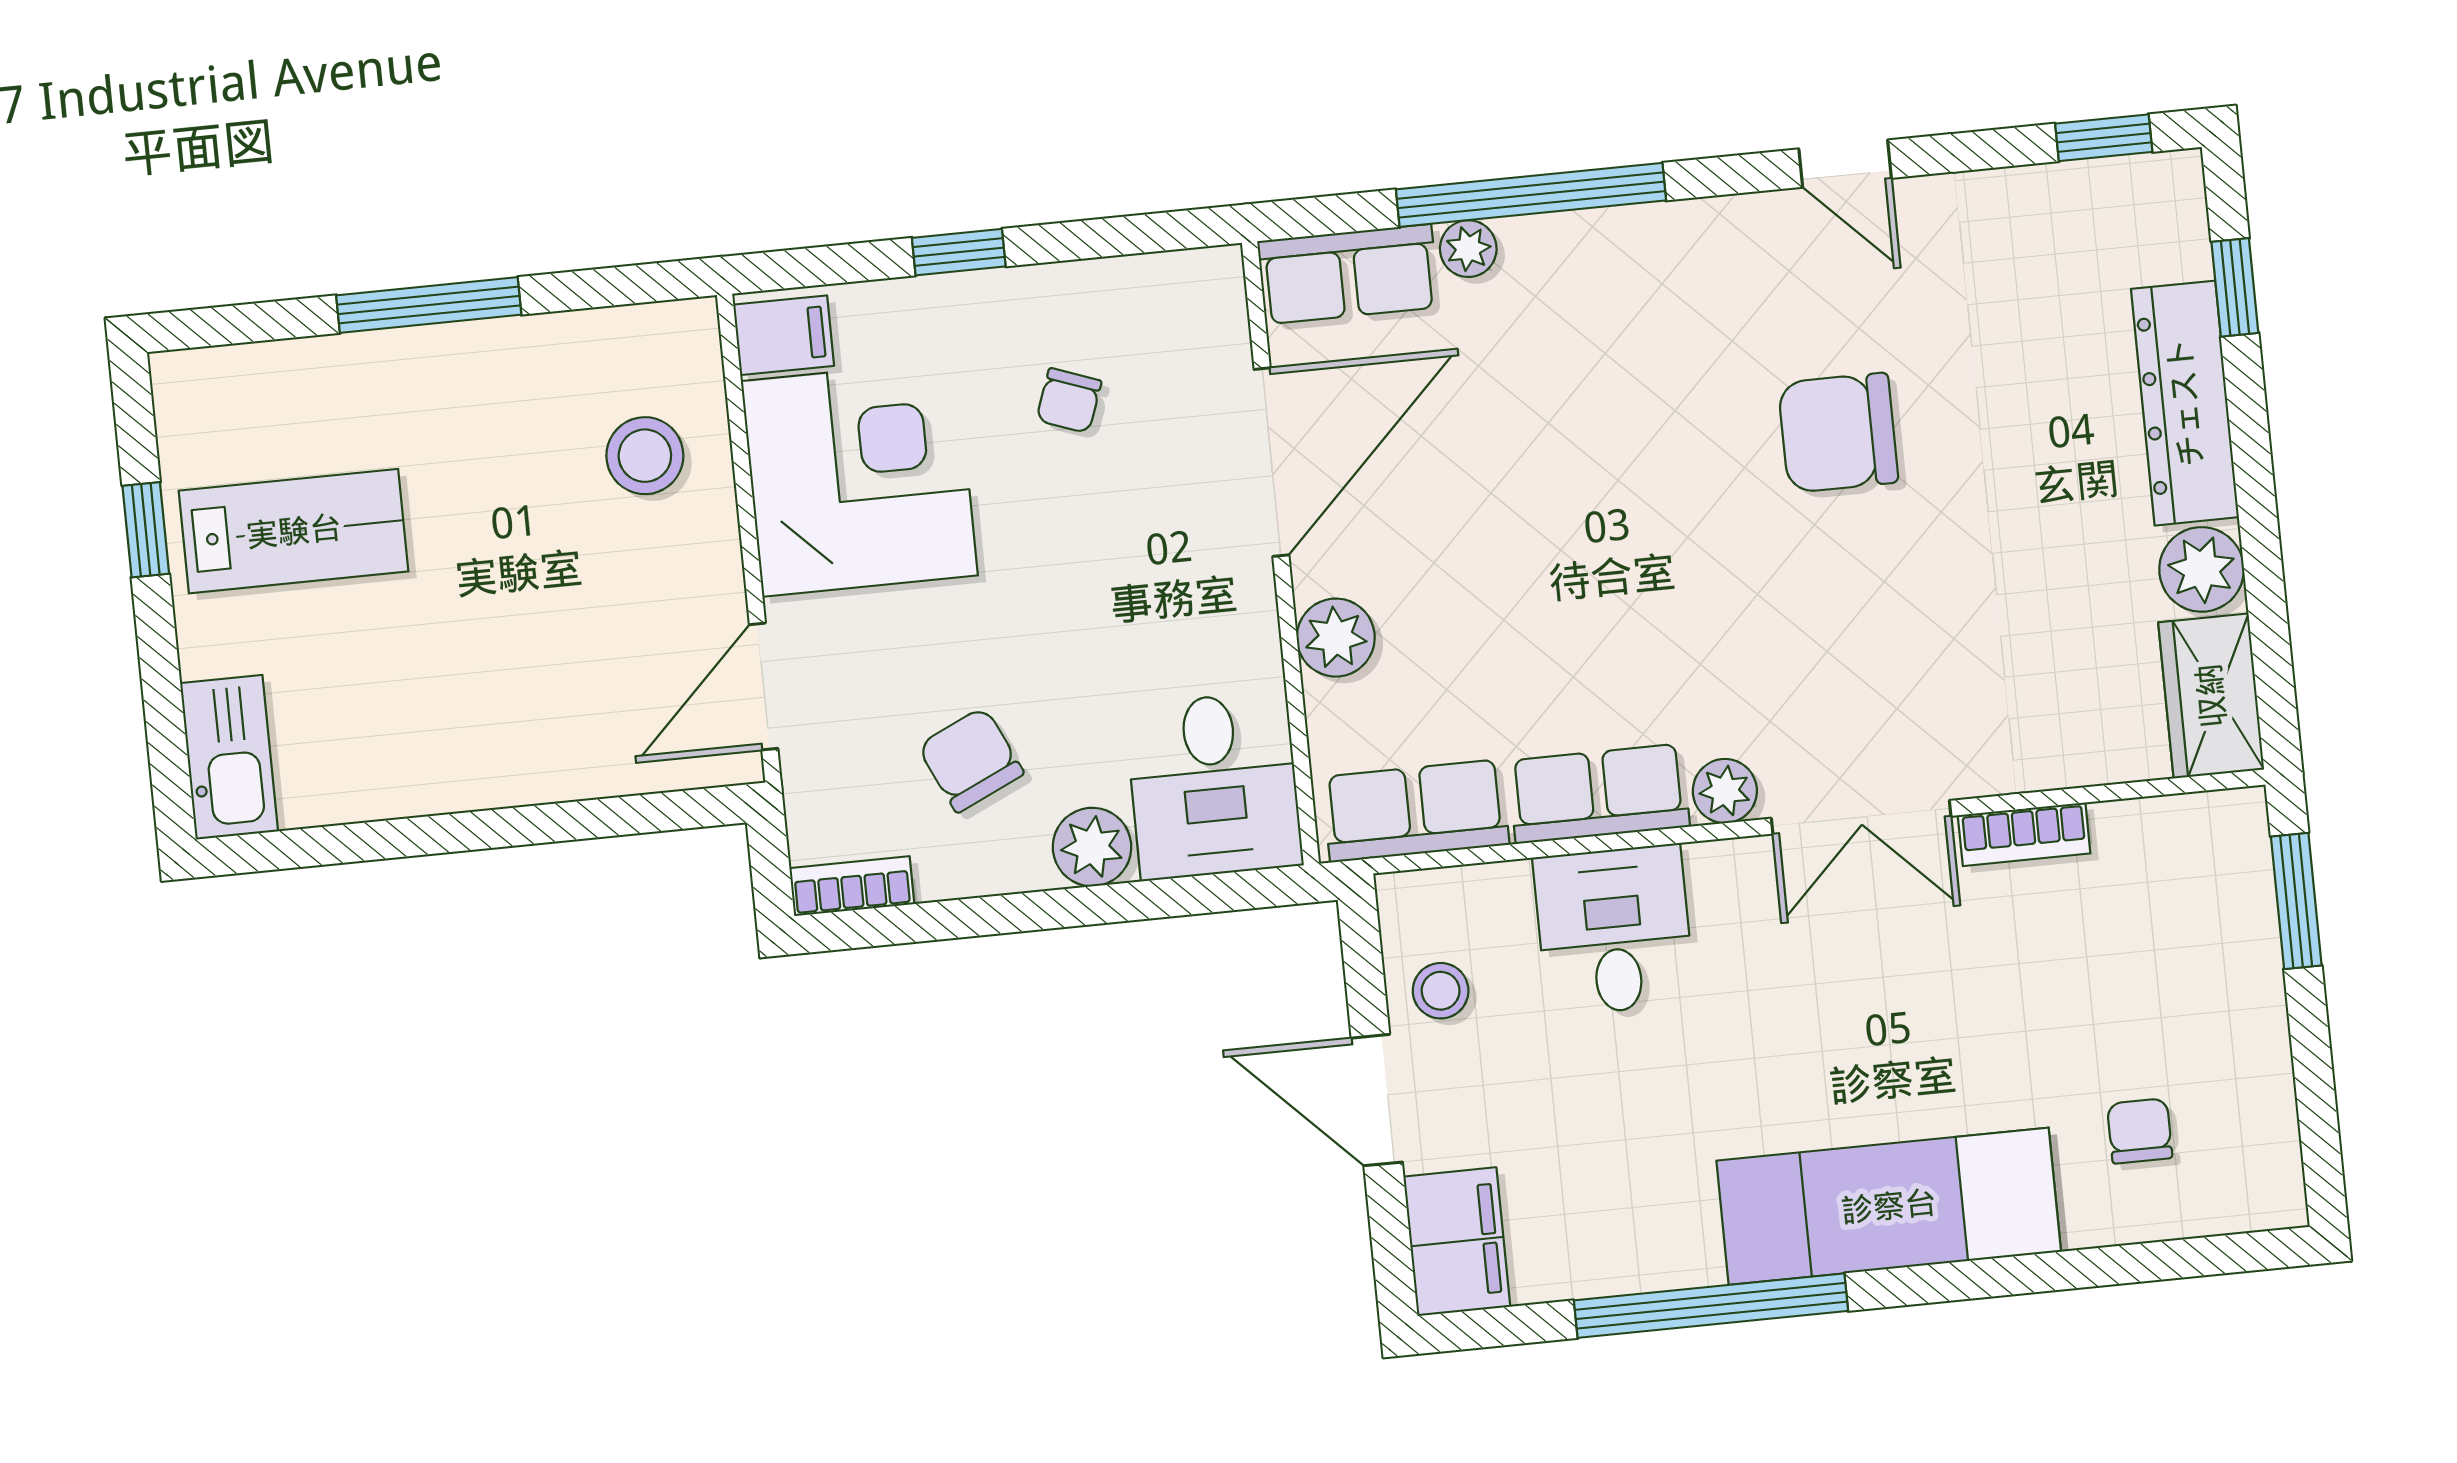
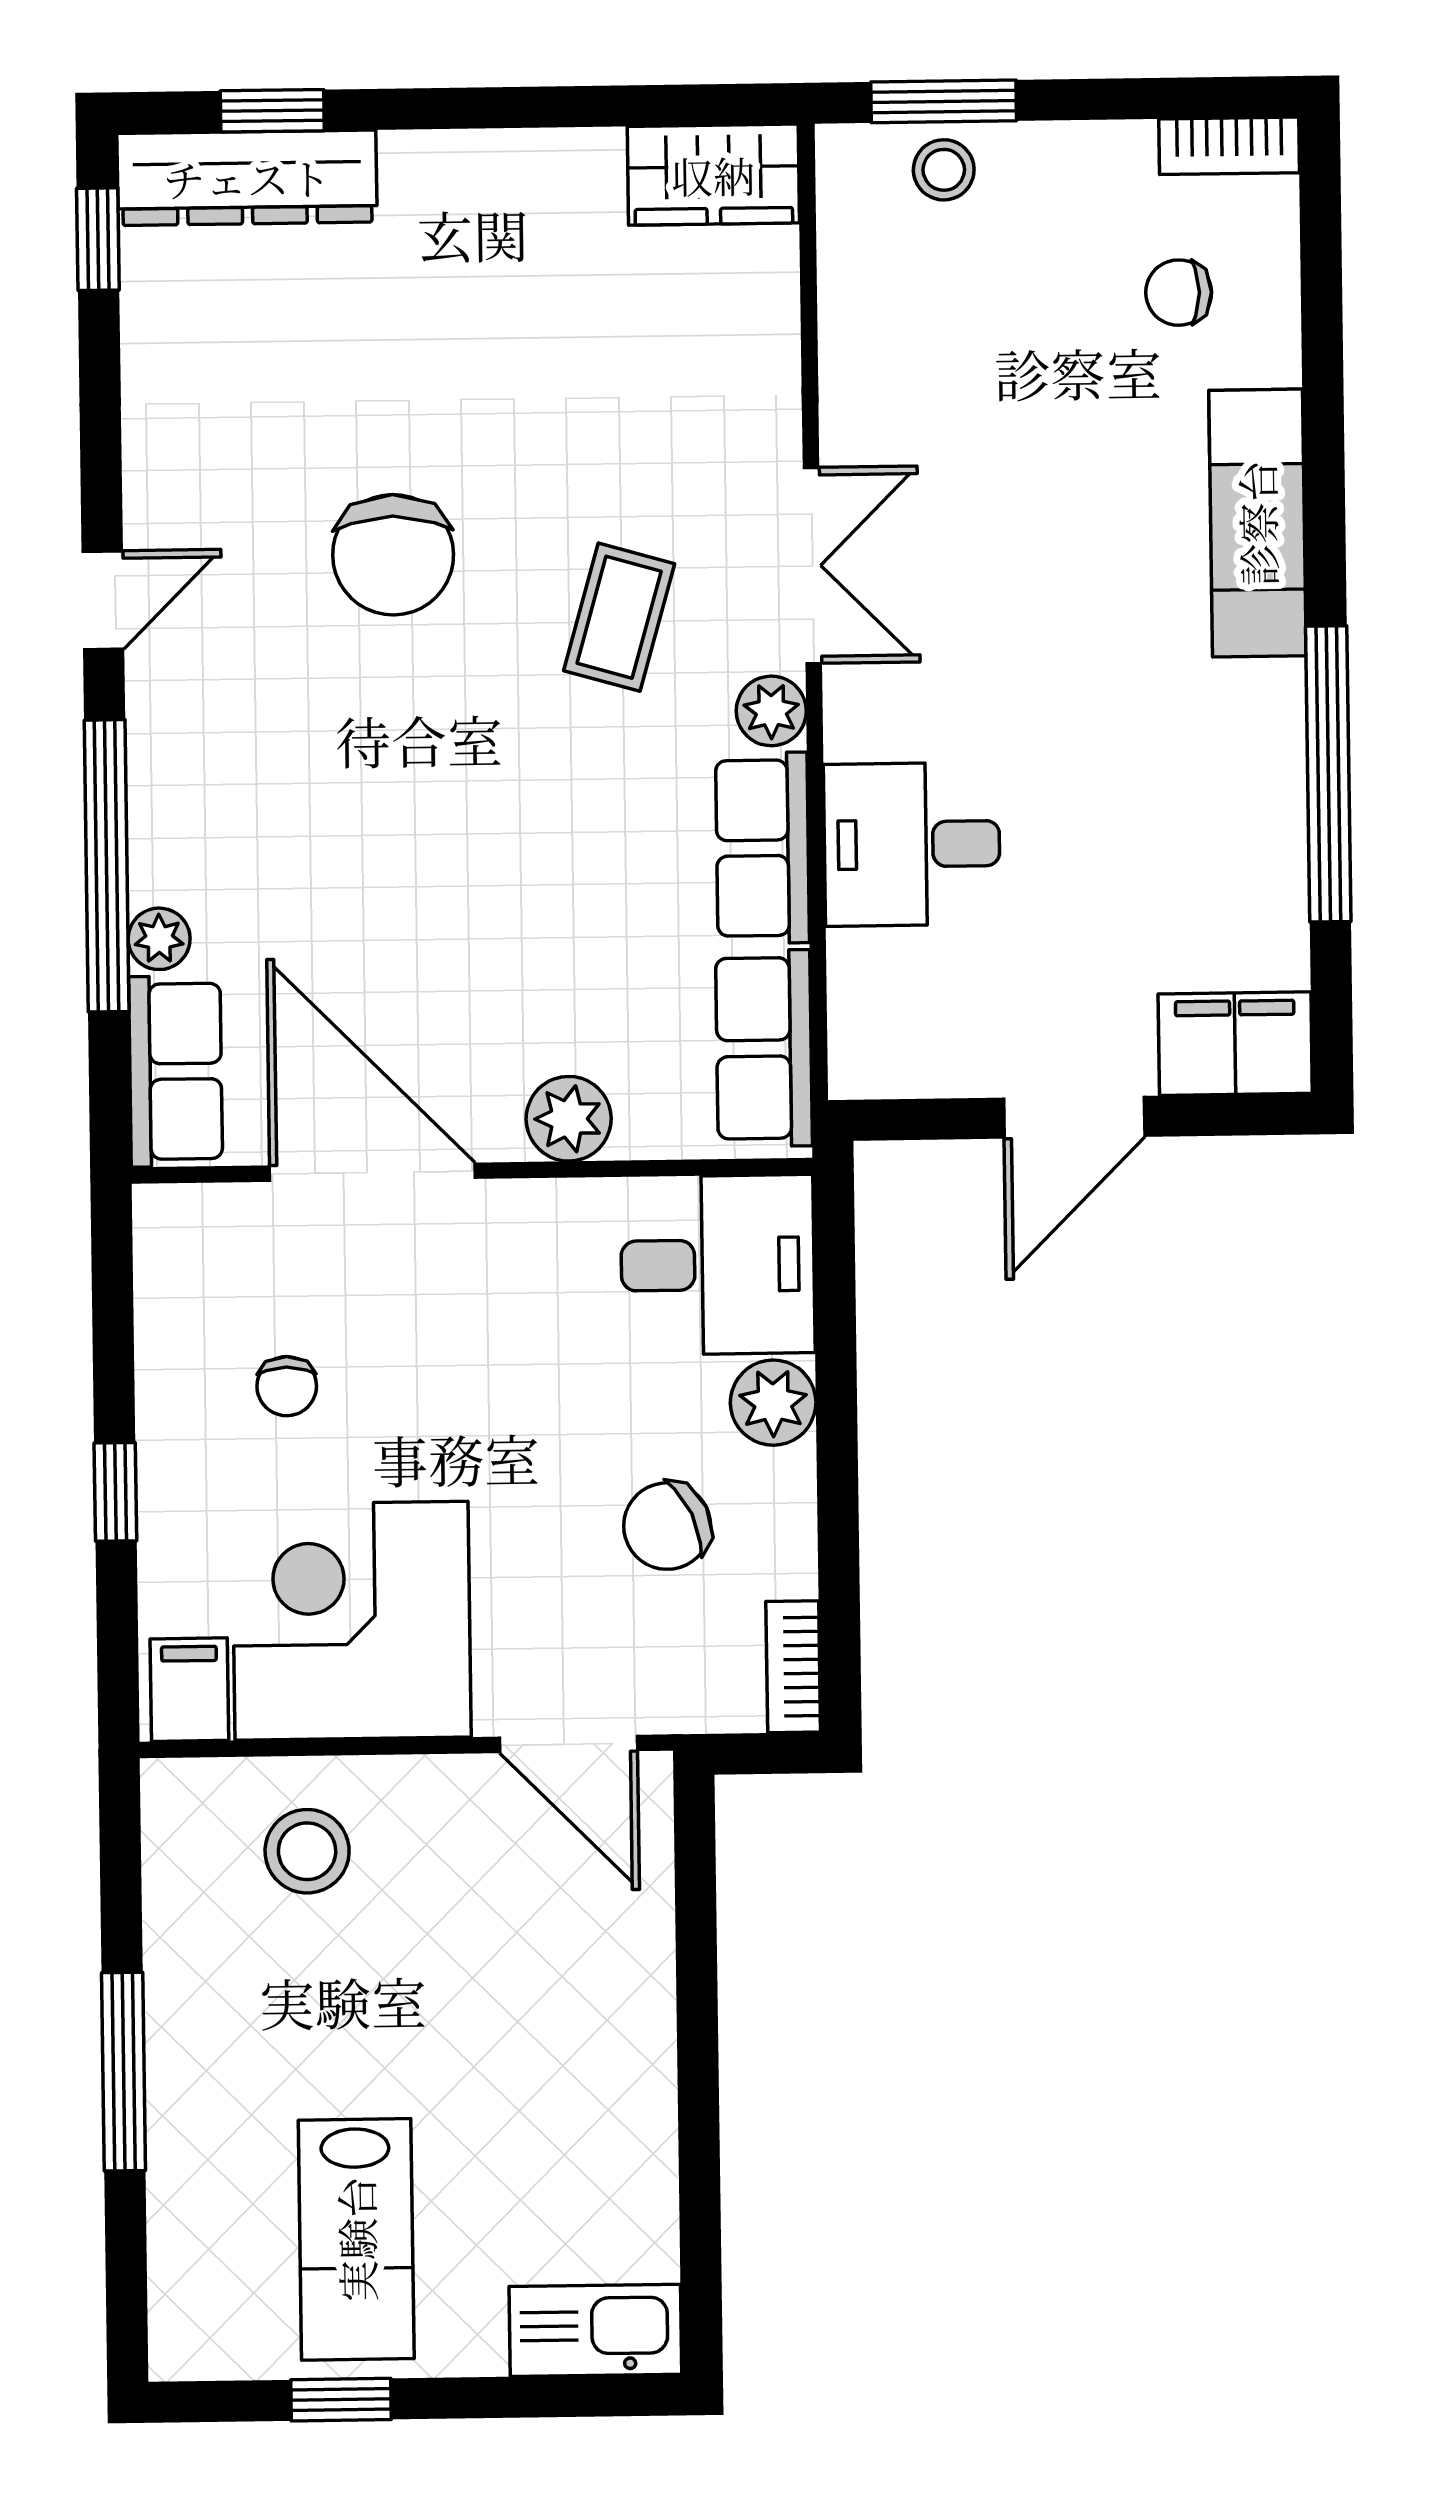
door: (1845, 164) -> (103, 600), moved
chair: (1069, 401) -> (287, 1386), turned 70
dresser: (2185, 403) -> (247, 178), moved
lab bench: (294, 531) -> (356, 2239), turned 180
plant: (2202, 569) -> (575, 173), removed
coffee table: (1799, 644) -> (619, 617), added
bookcase: (2024, 834) -> (1229, 146), moved, turned 90
stool: (1441, 991) -> (944, 170), moved
exam couch: (1889, 1206) -> (1257, 523), width x0.73, depth x0.69

